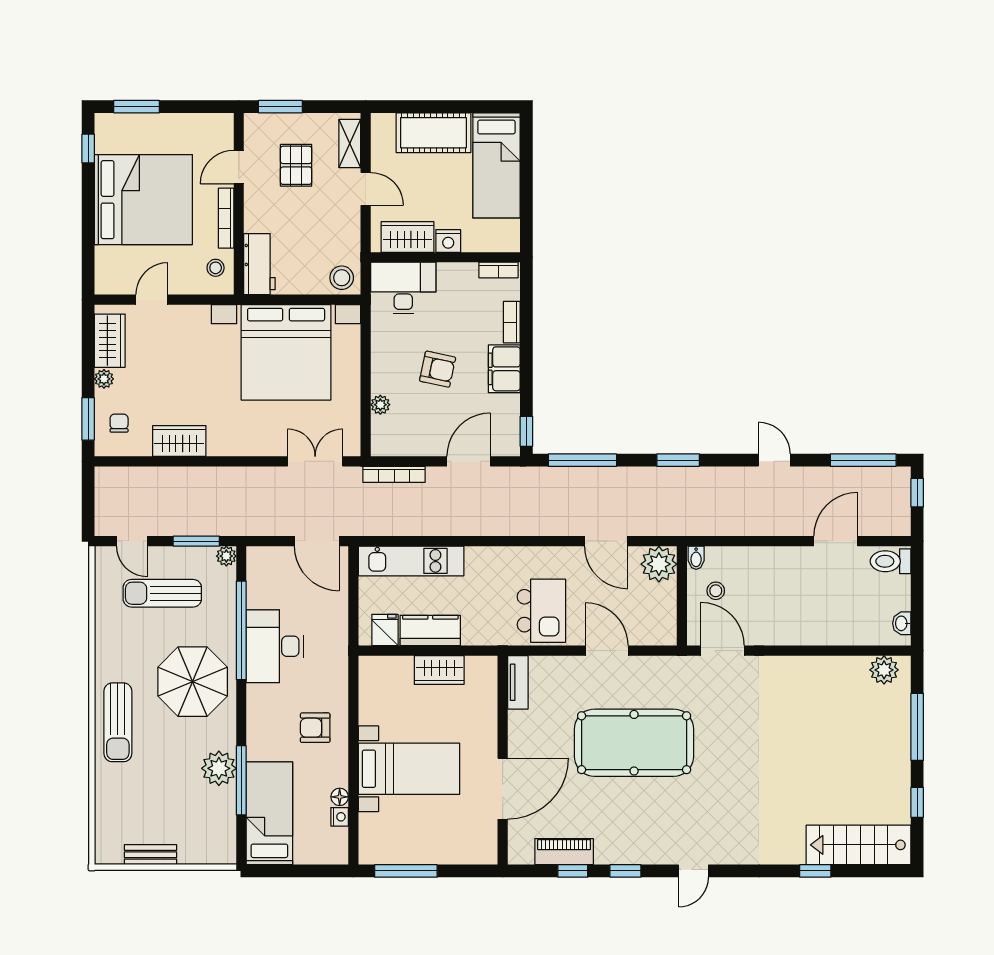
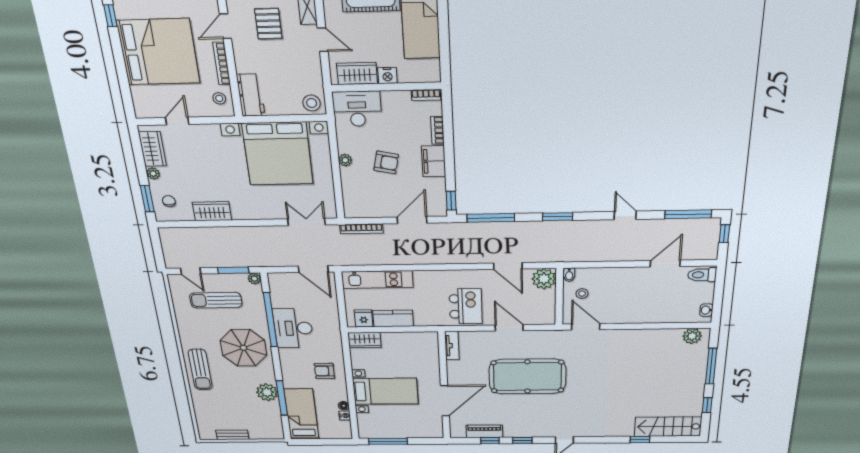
plant: (380, 405) -> (345, 160), moved
wardrobe: (439, 670) -> (364, 340), moved

